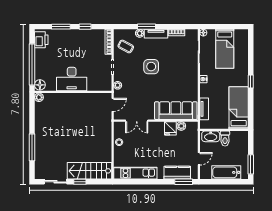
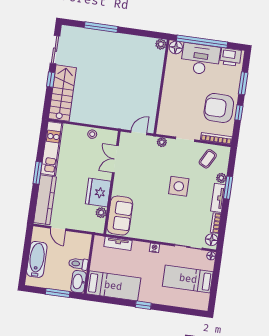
floor lamp: (190, 34) -> (211, 240), added
armchair: (84, 43) -> (219, 108), added
desk: (72, 79) -> (200, 59), moved, turned 90
door: (113, 105) -> (139, 133), swing flipped
sofa: (176, 111) -> (120, 216), width x0.73
fridge: (170, 128) -> (98, 192), width x1.88, depth x1.34
washbasin: (211, 136) -> (78, 282), moved
window: (251, 164) -> (58, 293), moved
kitchen counter: (177, 173) -> (45, 200), width x1.50
window: (184, 182) -> (37, 173), moved

